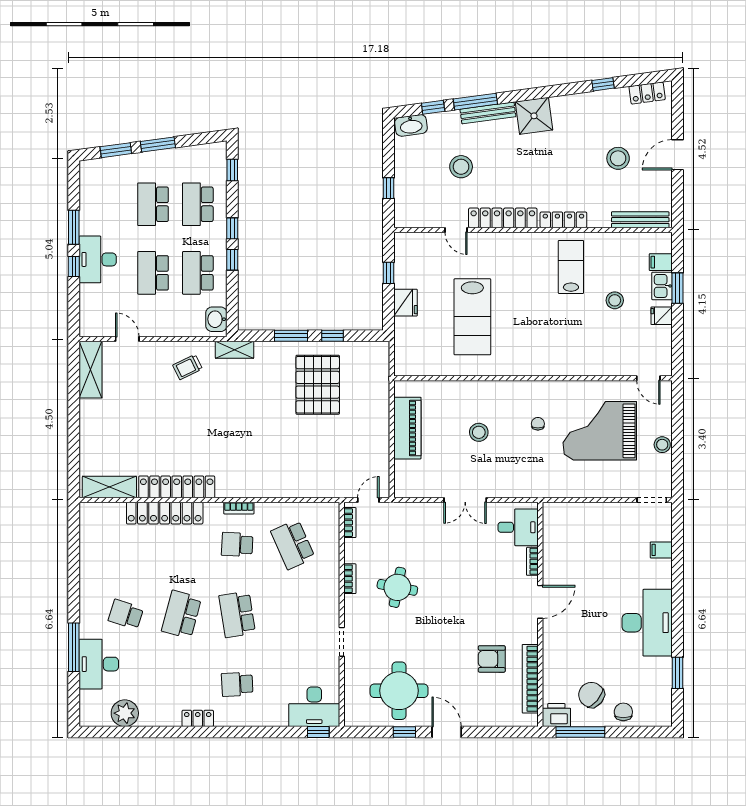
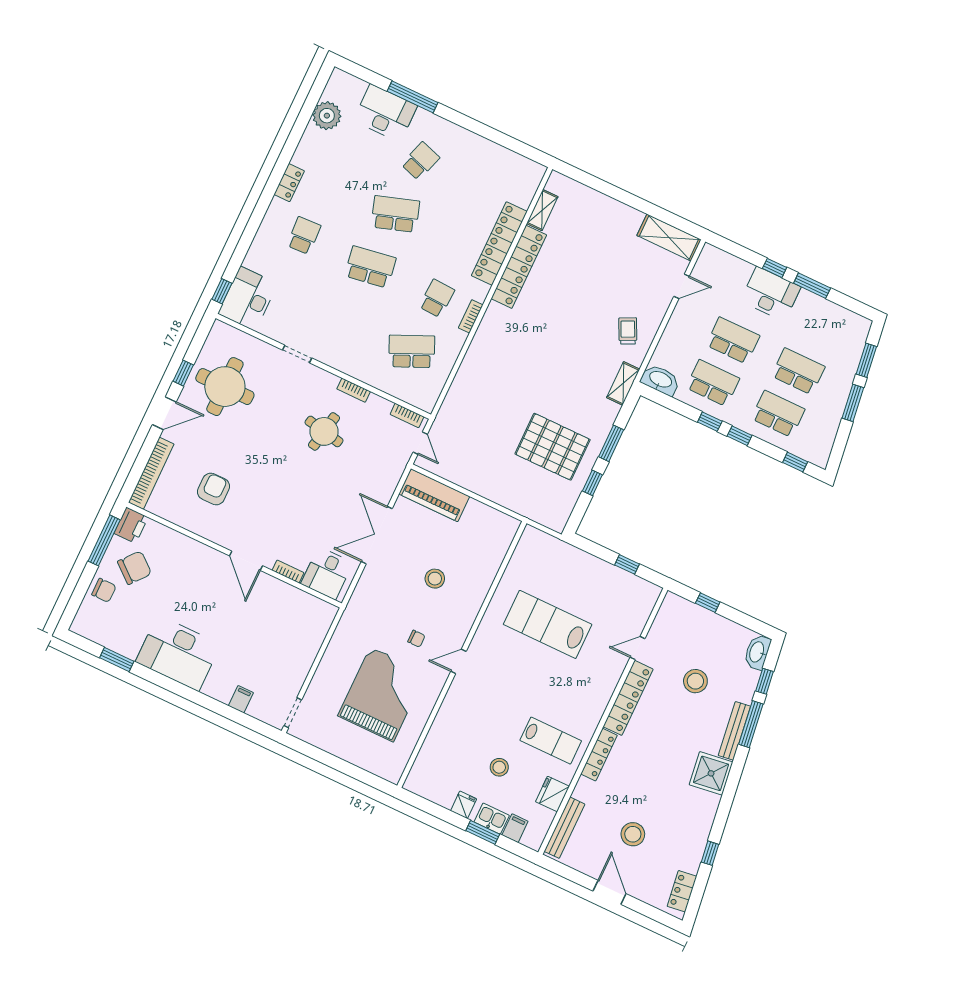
fridge: (406, 303) -> (552, 794), moved, turned 90
washbasin: (216, 319) -> (660, 380), width x1.38
door: (648, 378) -> (459, 661), moved
piano: (407, 428) -> (434, 495), moved
stool: (662, 445) -> (341, 747), removed
shelving: (109, 487) -> (542, 210), width x0.67, depth x0.75
double door: (465, 500) -> (377, 535), width x1.37
school desk: (182, 614) -> (395, 214), turned -33
bookcase: (530, 679) -> (151, 473), moved, turned 90

